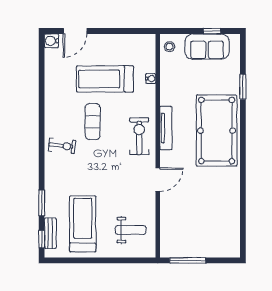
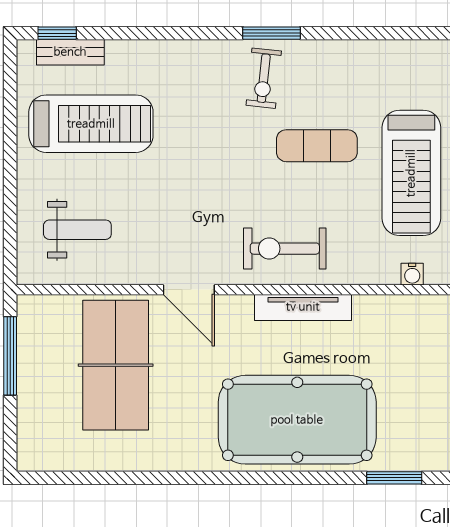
treadmill: (105, 79) -> (411, 173), turned 180
exercise bike: (139, 136) -> (285, 249), turned 180
window: (42, 203) -> (271, 33), moved
table tennis table: (192, 213) -> (116, 365), added
weight bench: (131, 230) -> (77, 230), turned -90

